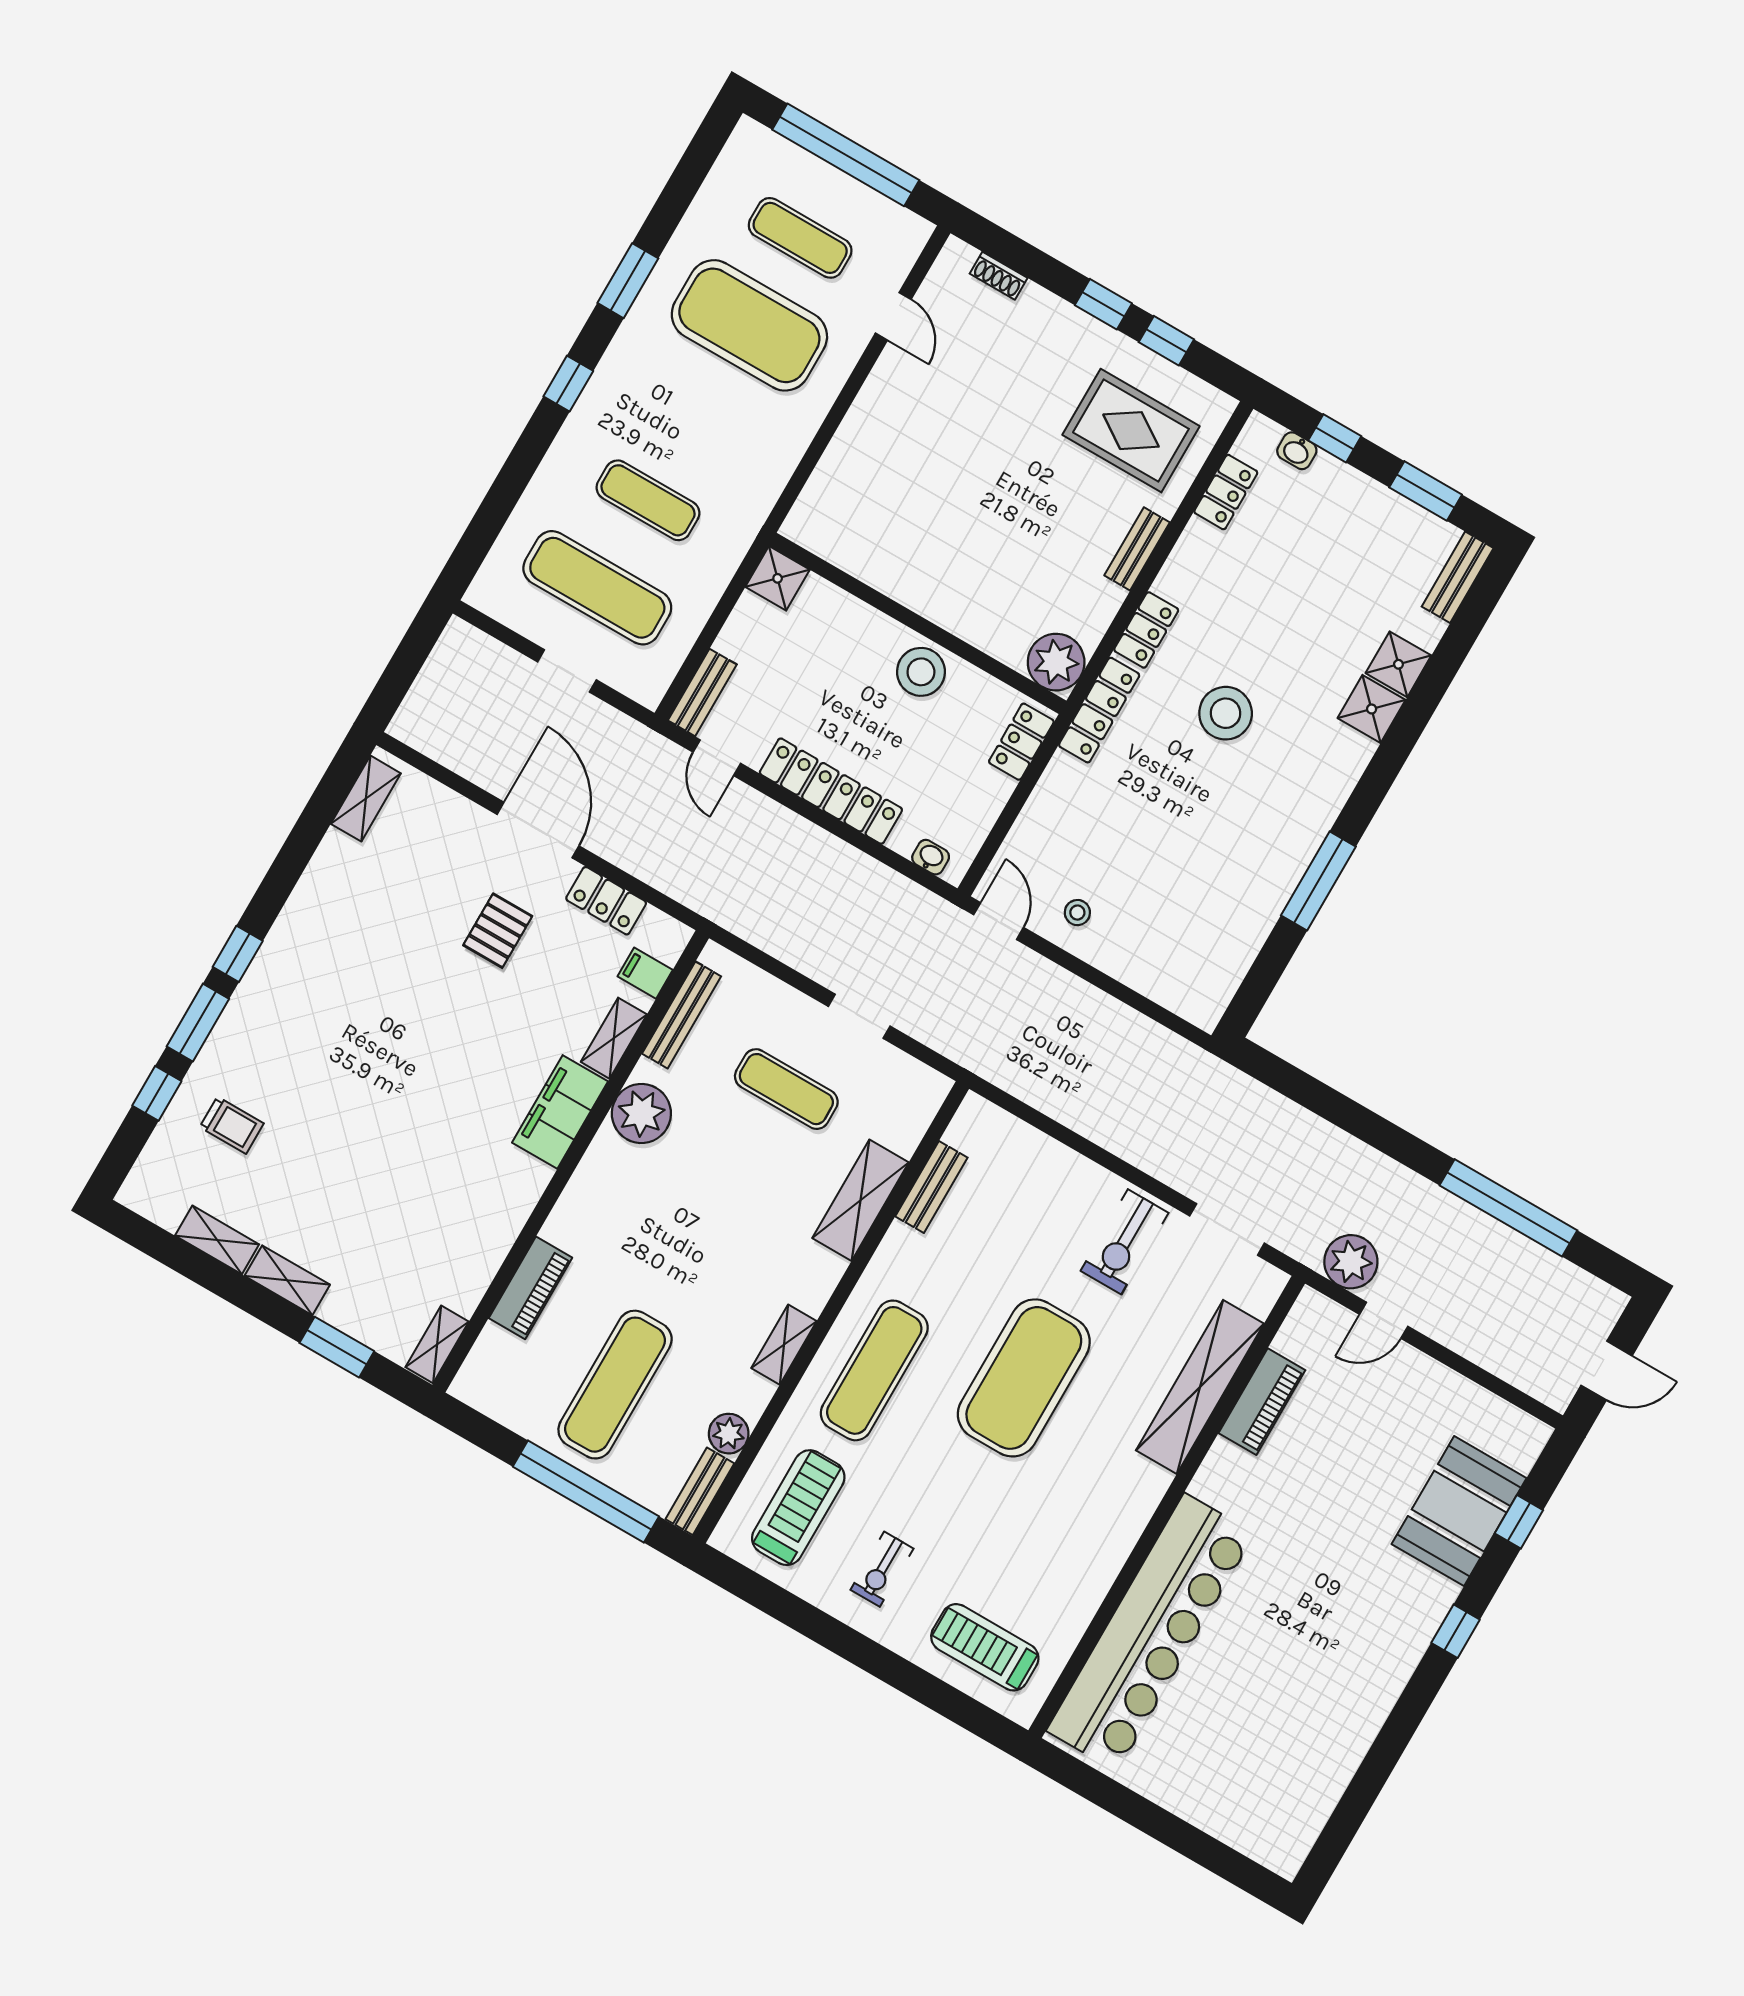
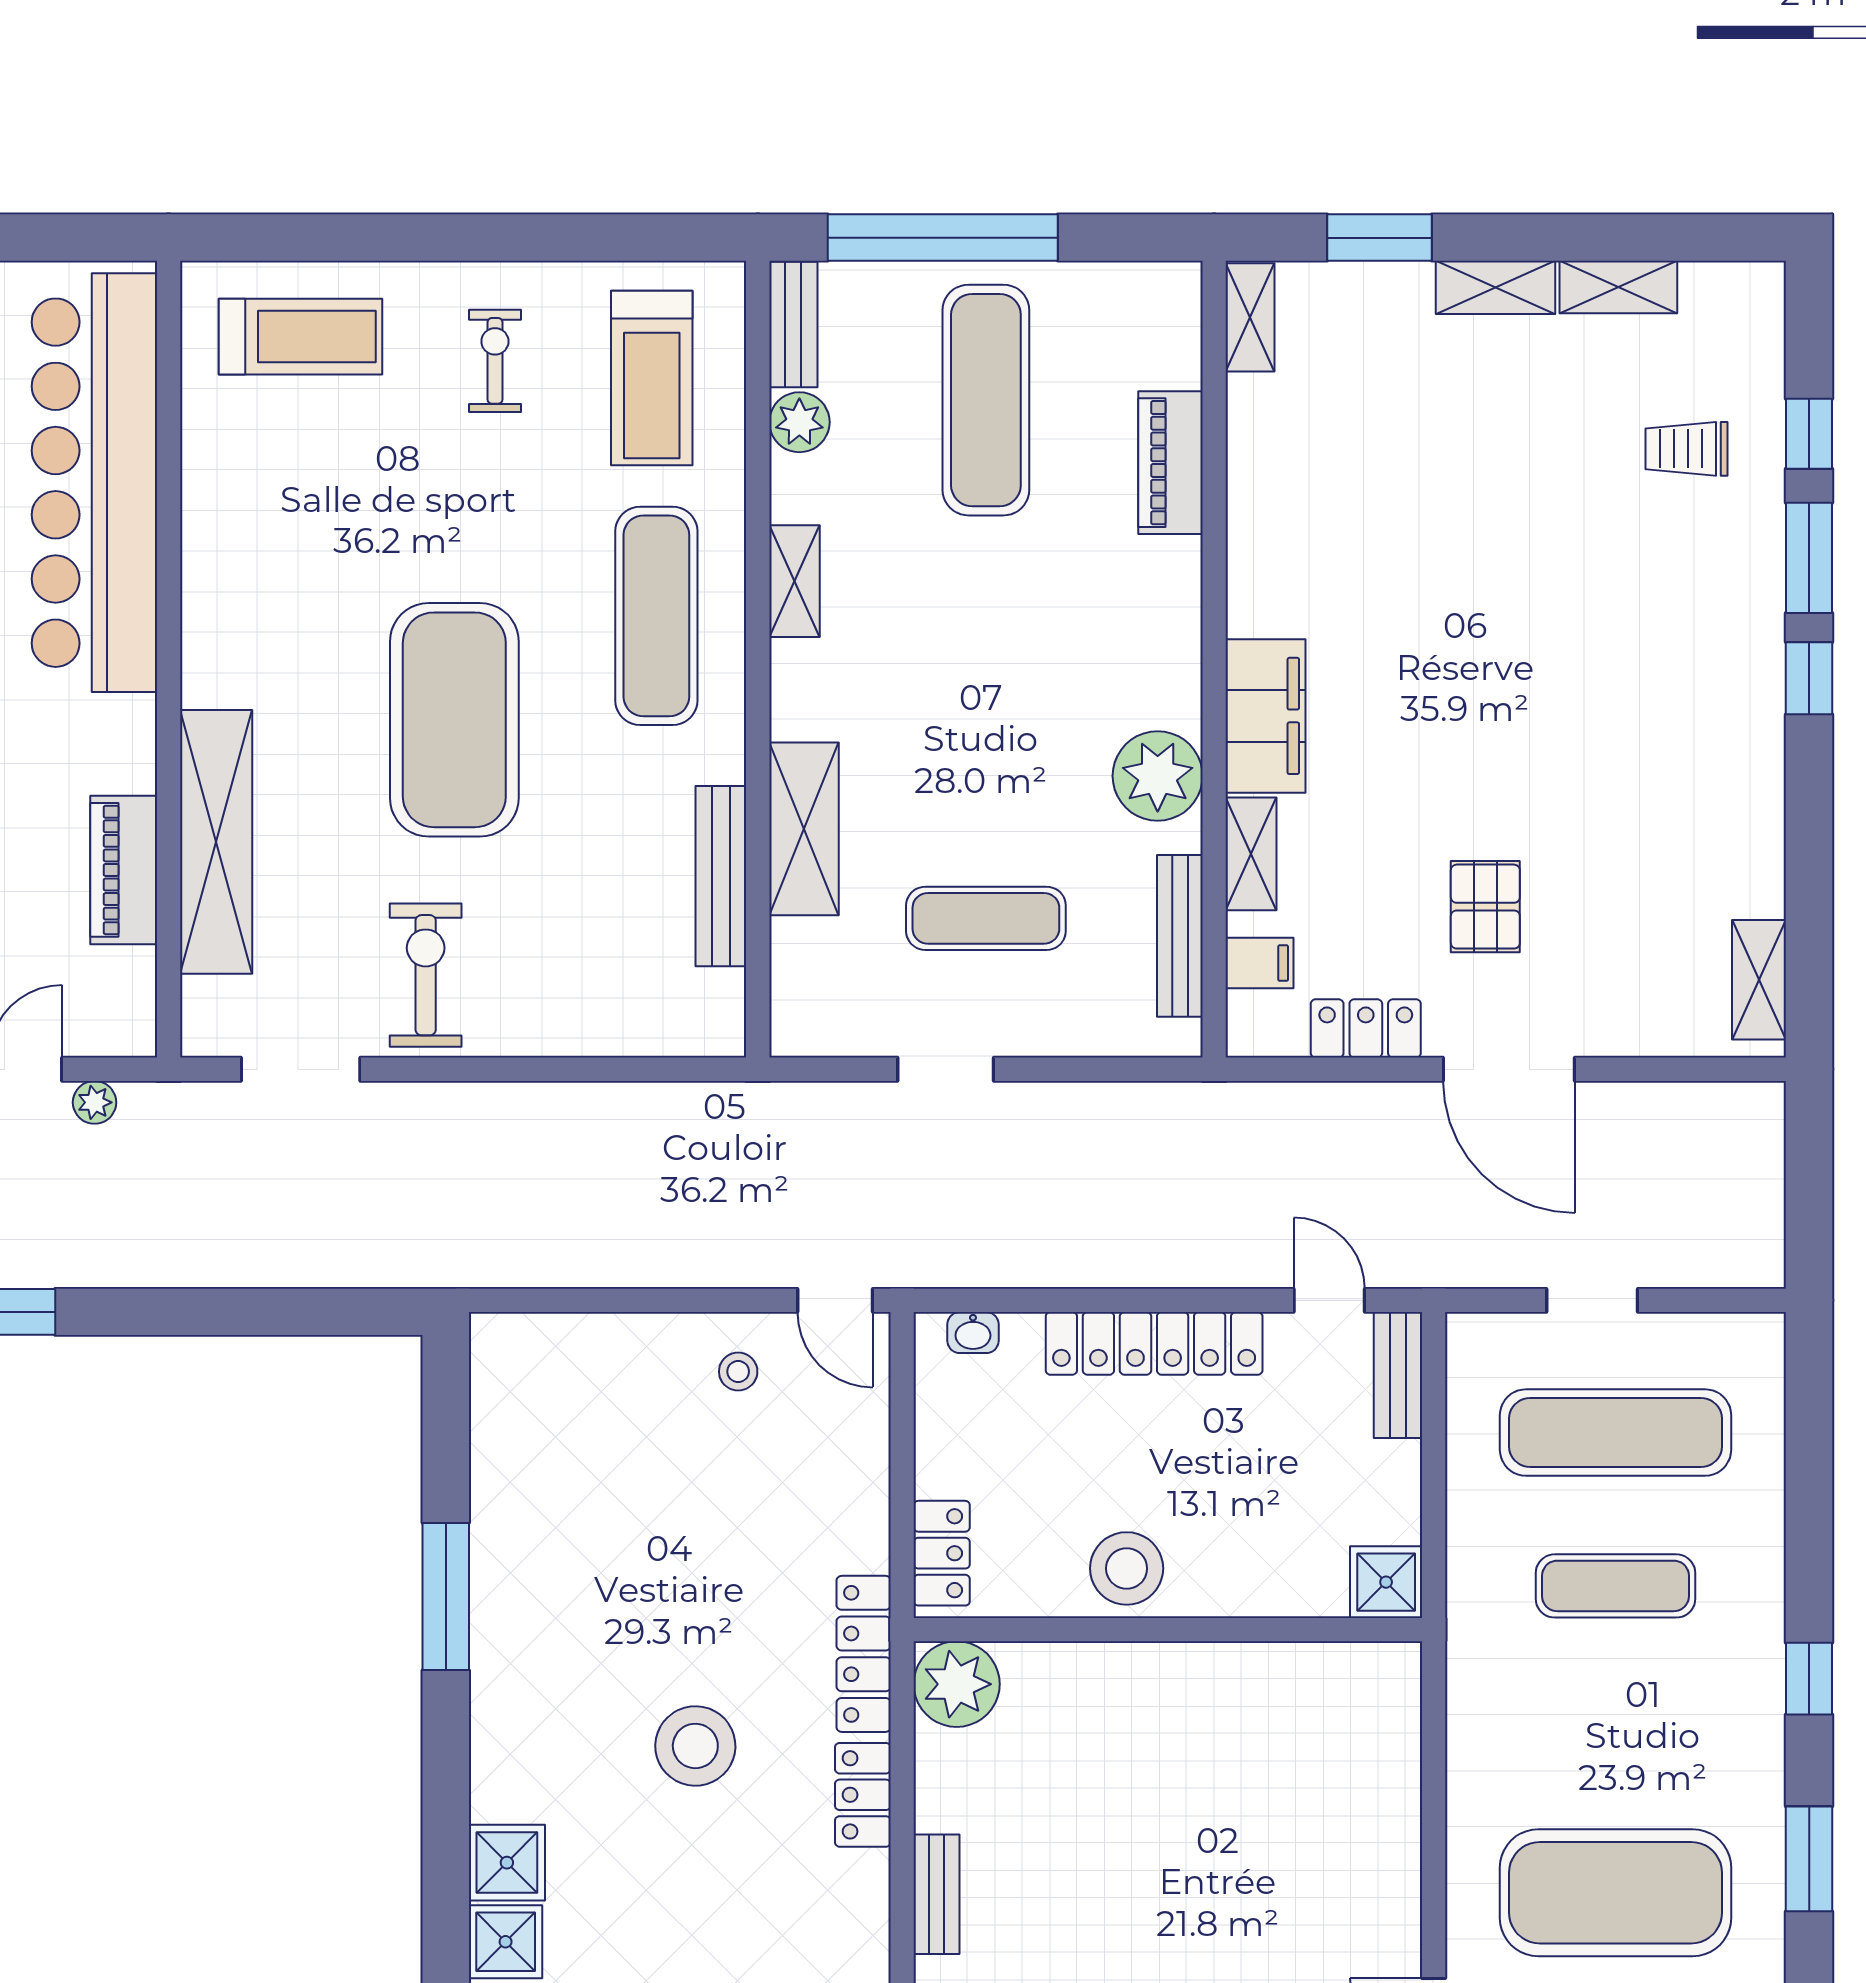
bench: (931, 1187) -> (721, 876), width x1.36
plant: (1351, 1262) -> (95, 1102), width x0.53, depth x0.53

